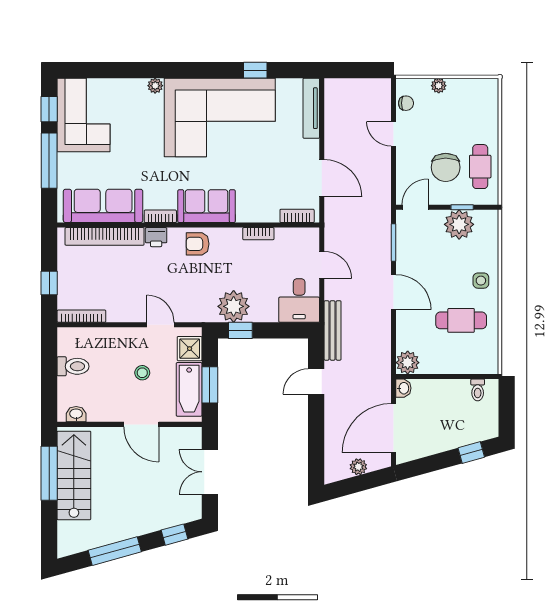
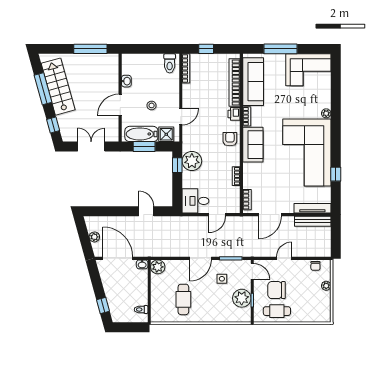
window: (49, 109) -> (312, 49), removed
door: (394, 134) -> (284, 258), moved
side table: (481, 281) -> (222, 279), moved
bench: (333, 330) -> (313, 221), moved
toilet: (73, 366) -> (170, 63), moved
washbasin: (76, 414) -> (126, 81), moved
stairs: (74, 475) -> (58, 87), moved, turned -105

